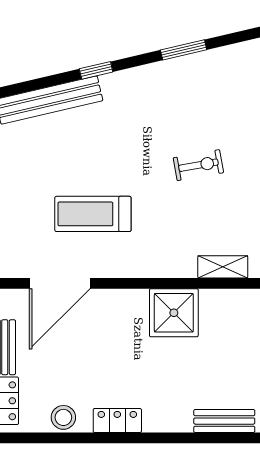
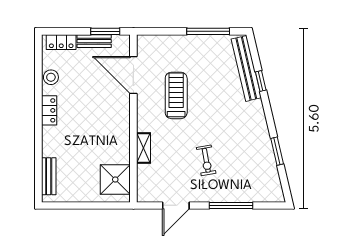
window: (96, 70) -> (261, 81), moved
shelving: (223, 267) -> (144, 148), moved
shower: (174, 313) -> (115, 180), moved

